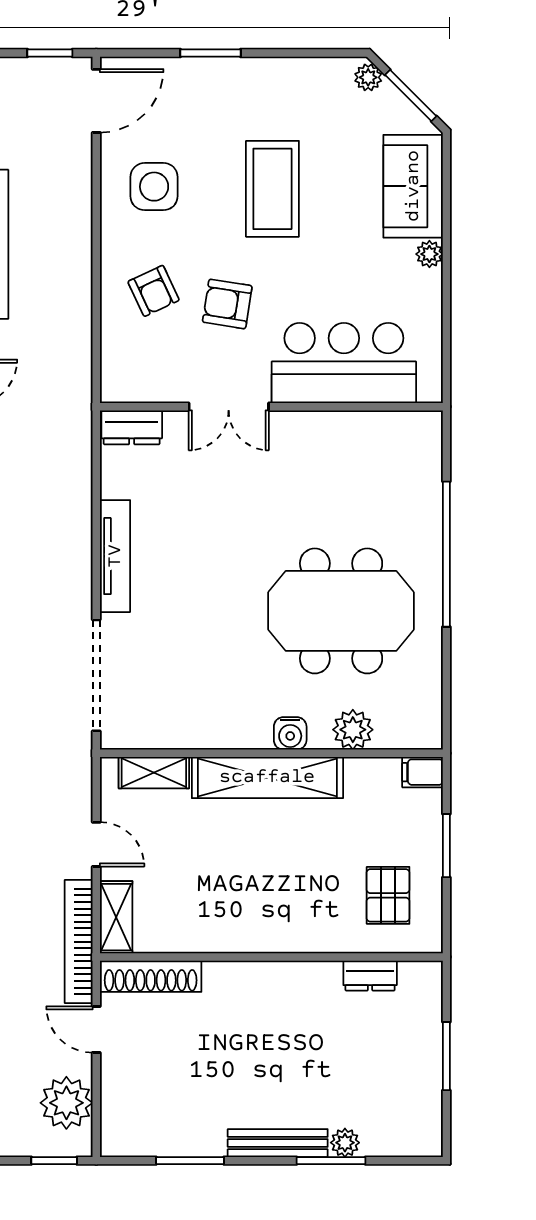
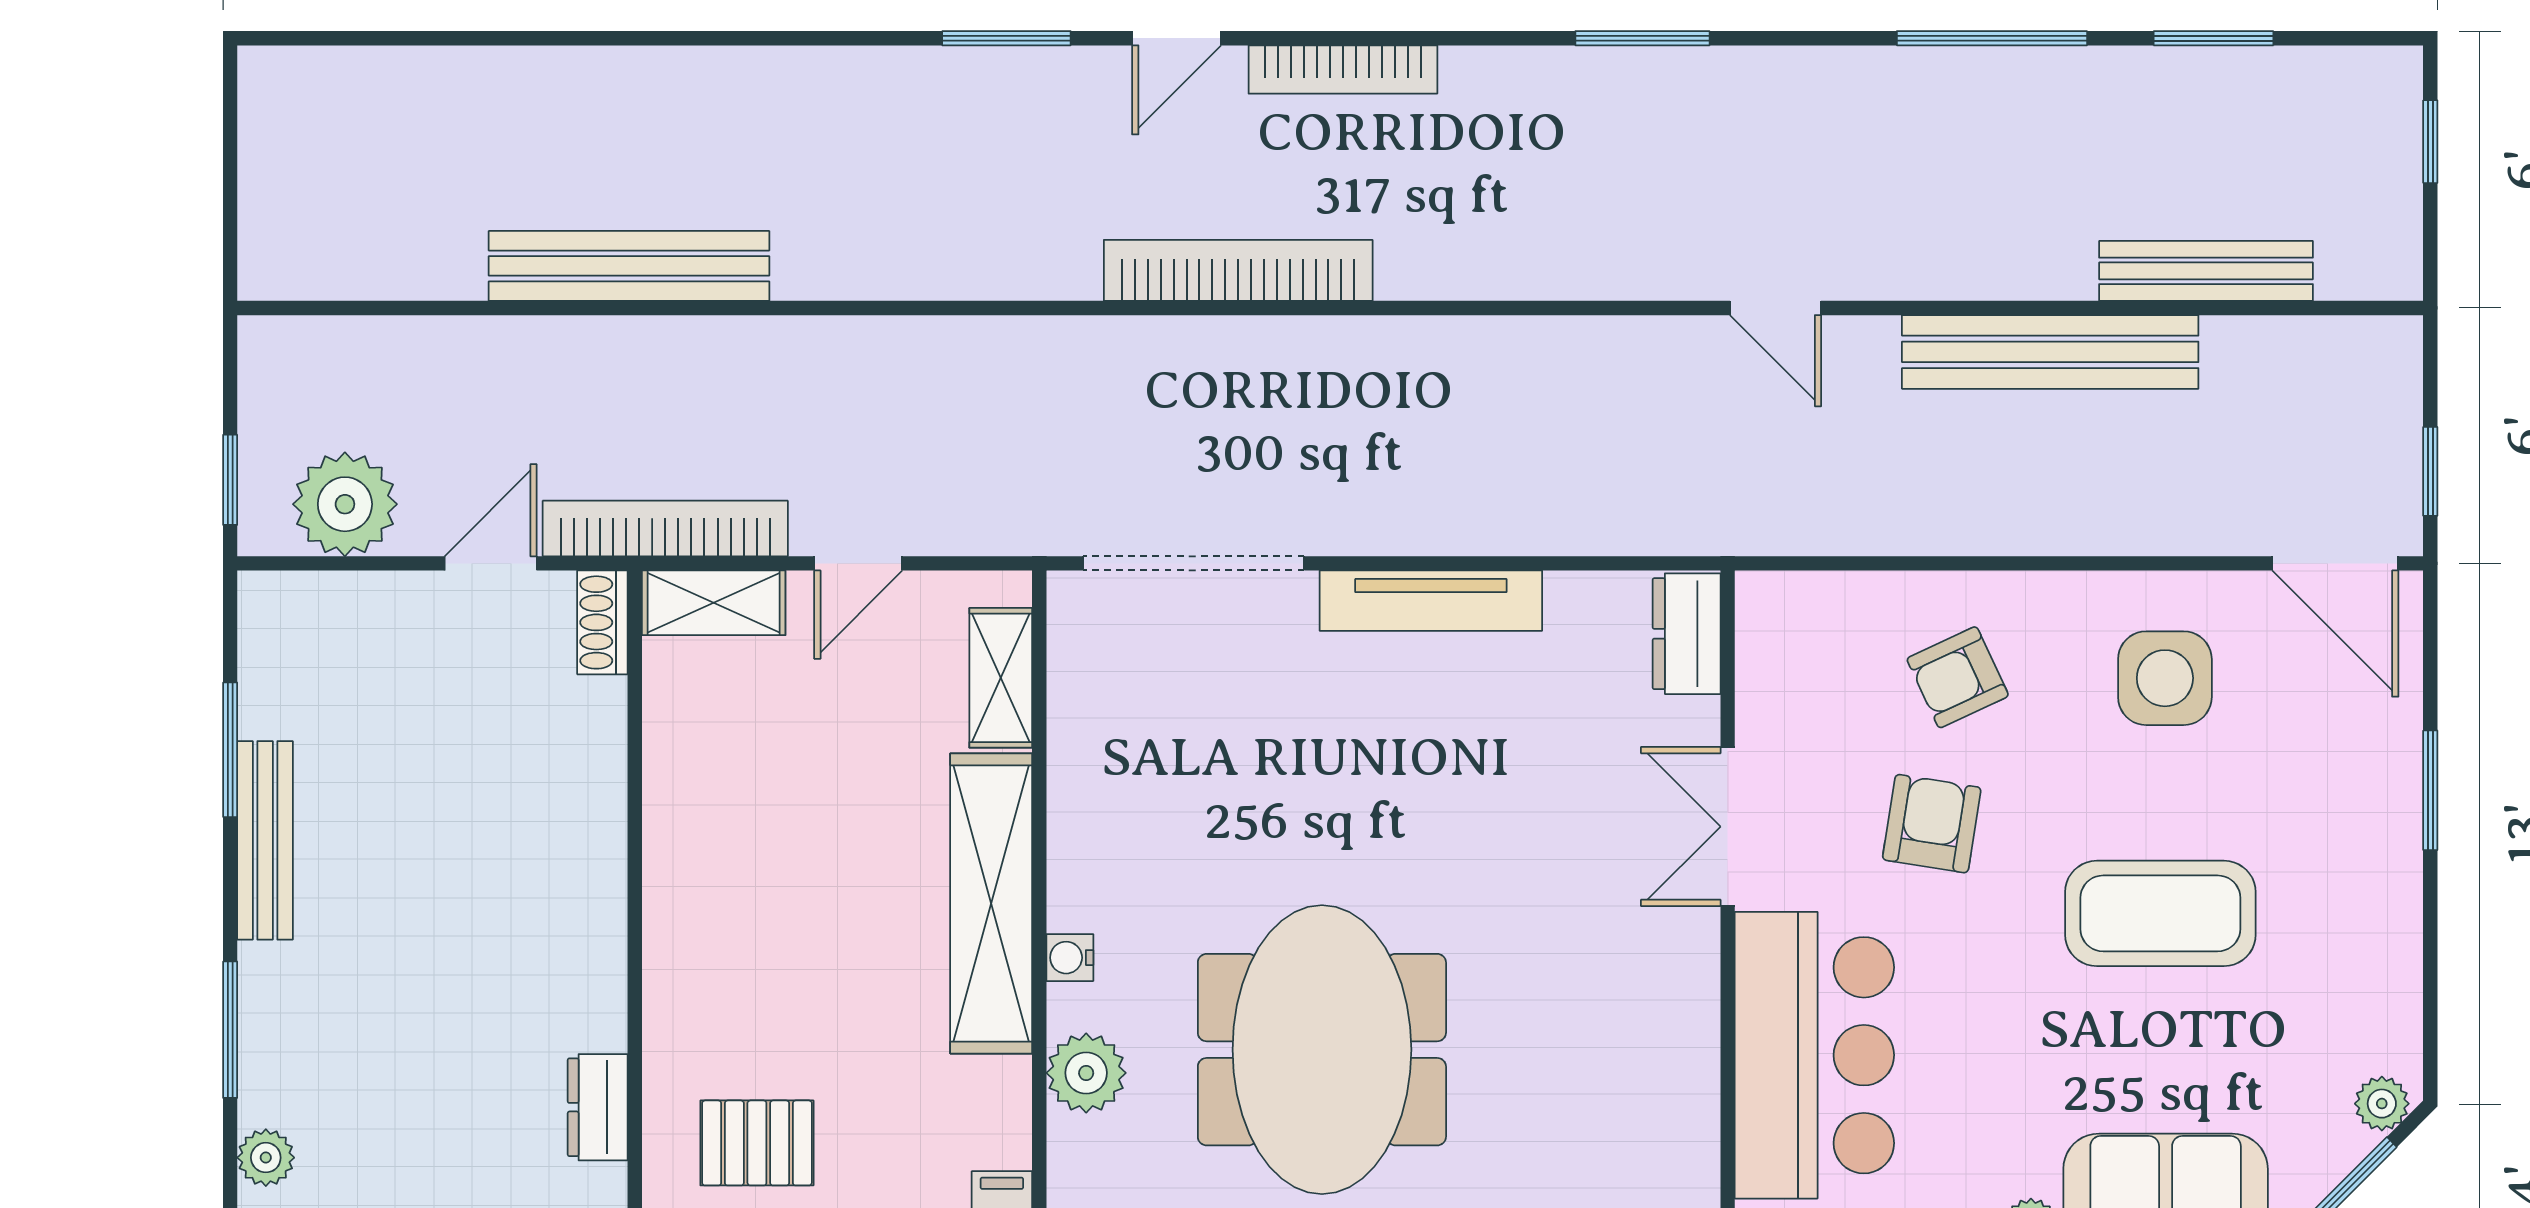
water cooler: (290, 733) -> (1070, 958), width x0.72, depth x0.72
shoe rack: (151, 976) -> (602, 622), width x0.51, depth x0.81
bench: (278, 1143) -> (265, 840), moved
plant: (345, 1143) -> (266, 1158), moved

